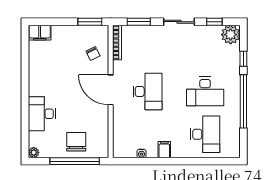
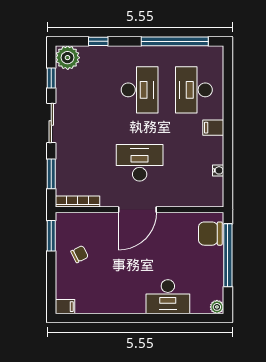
filing cabinet: (40, 33) -> (65, 307), width x0.50
chair: (93, 54) -> (80, 254), moved
window: (243, 101) -> (175, 41), moved
desk: (205, 134) -> (194, 90), turned -90
chair: (76, 142) -> (210, 234), moved
filing cabinet: (164, 150) -> (213, 128), moved

